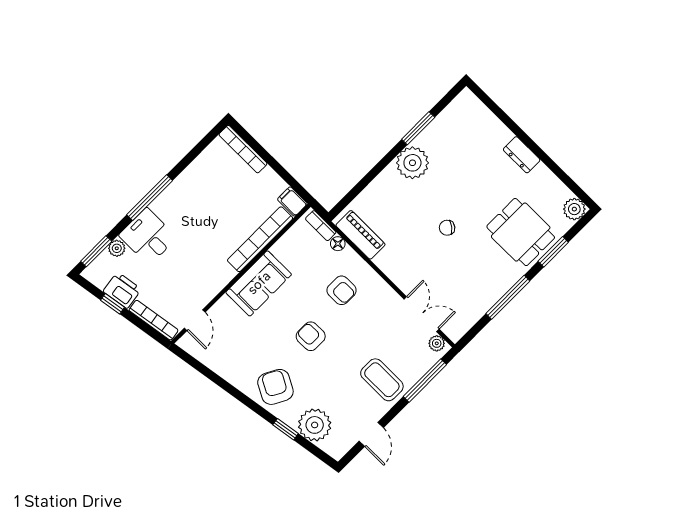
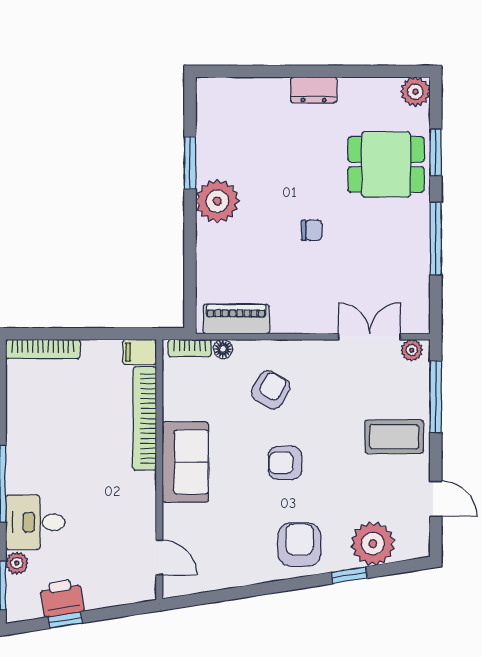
chair: (447, 228) -> (312, 230), turned -128
armchair: (342, 290) -> (271, 390), turned -60
bookcase: (154, 320) -> (120, 597), removed
armchair: (275, 387) -> (299, 545), turned 62

